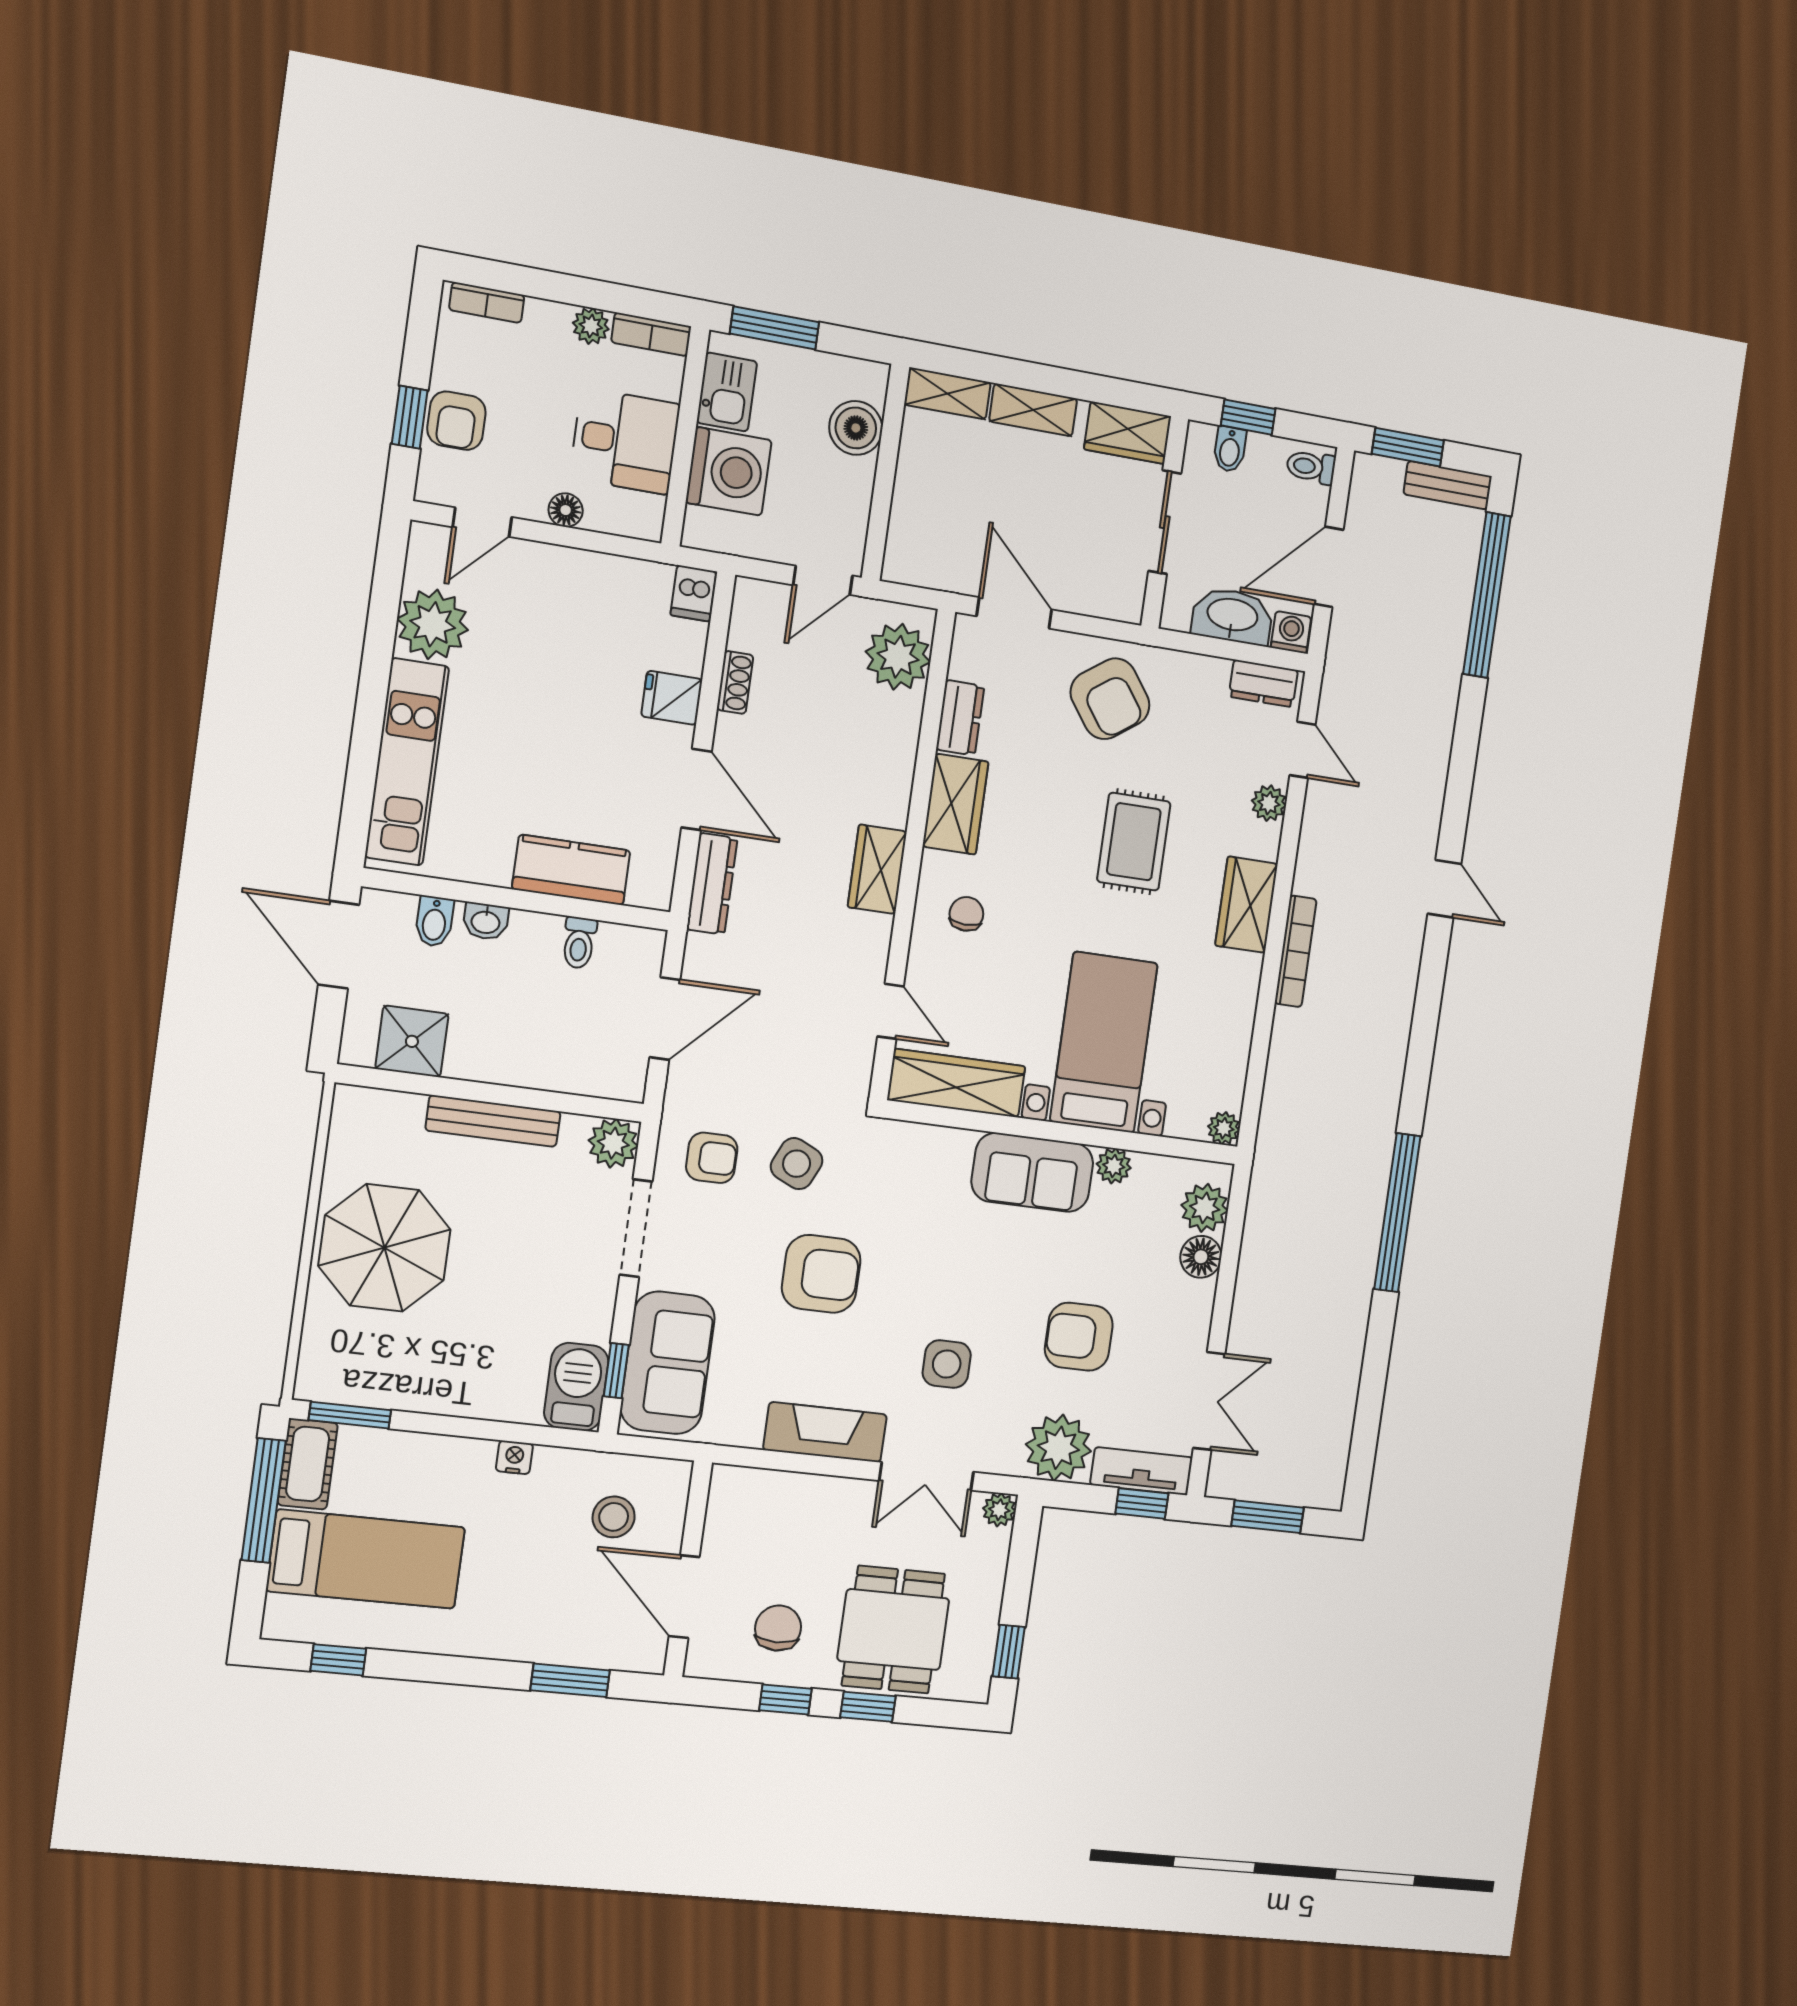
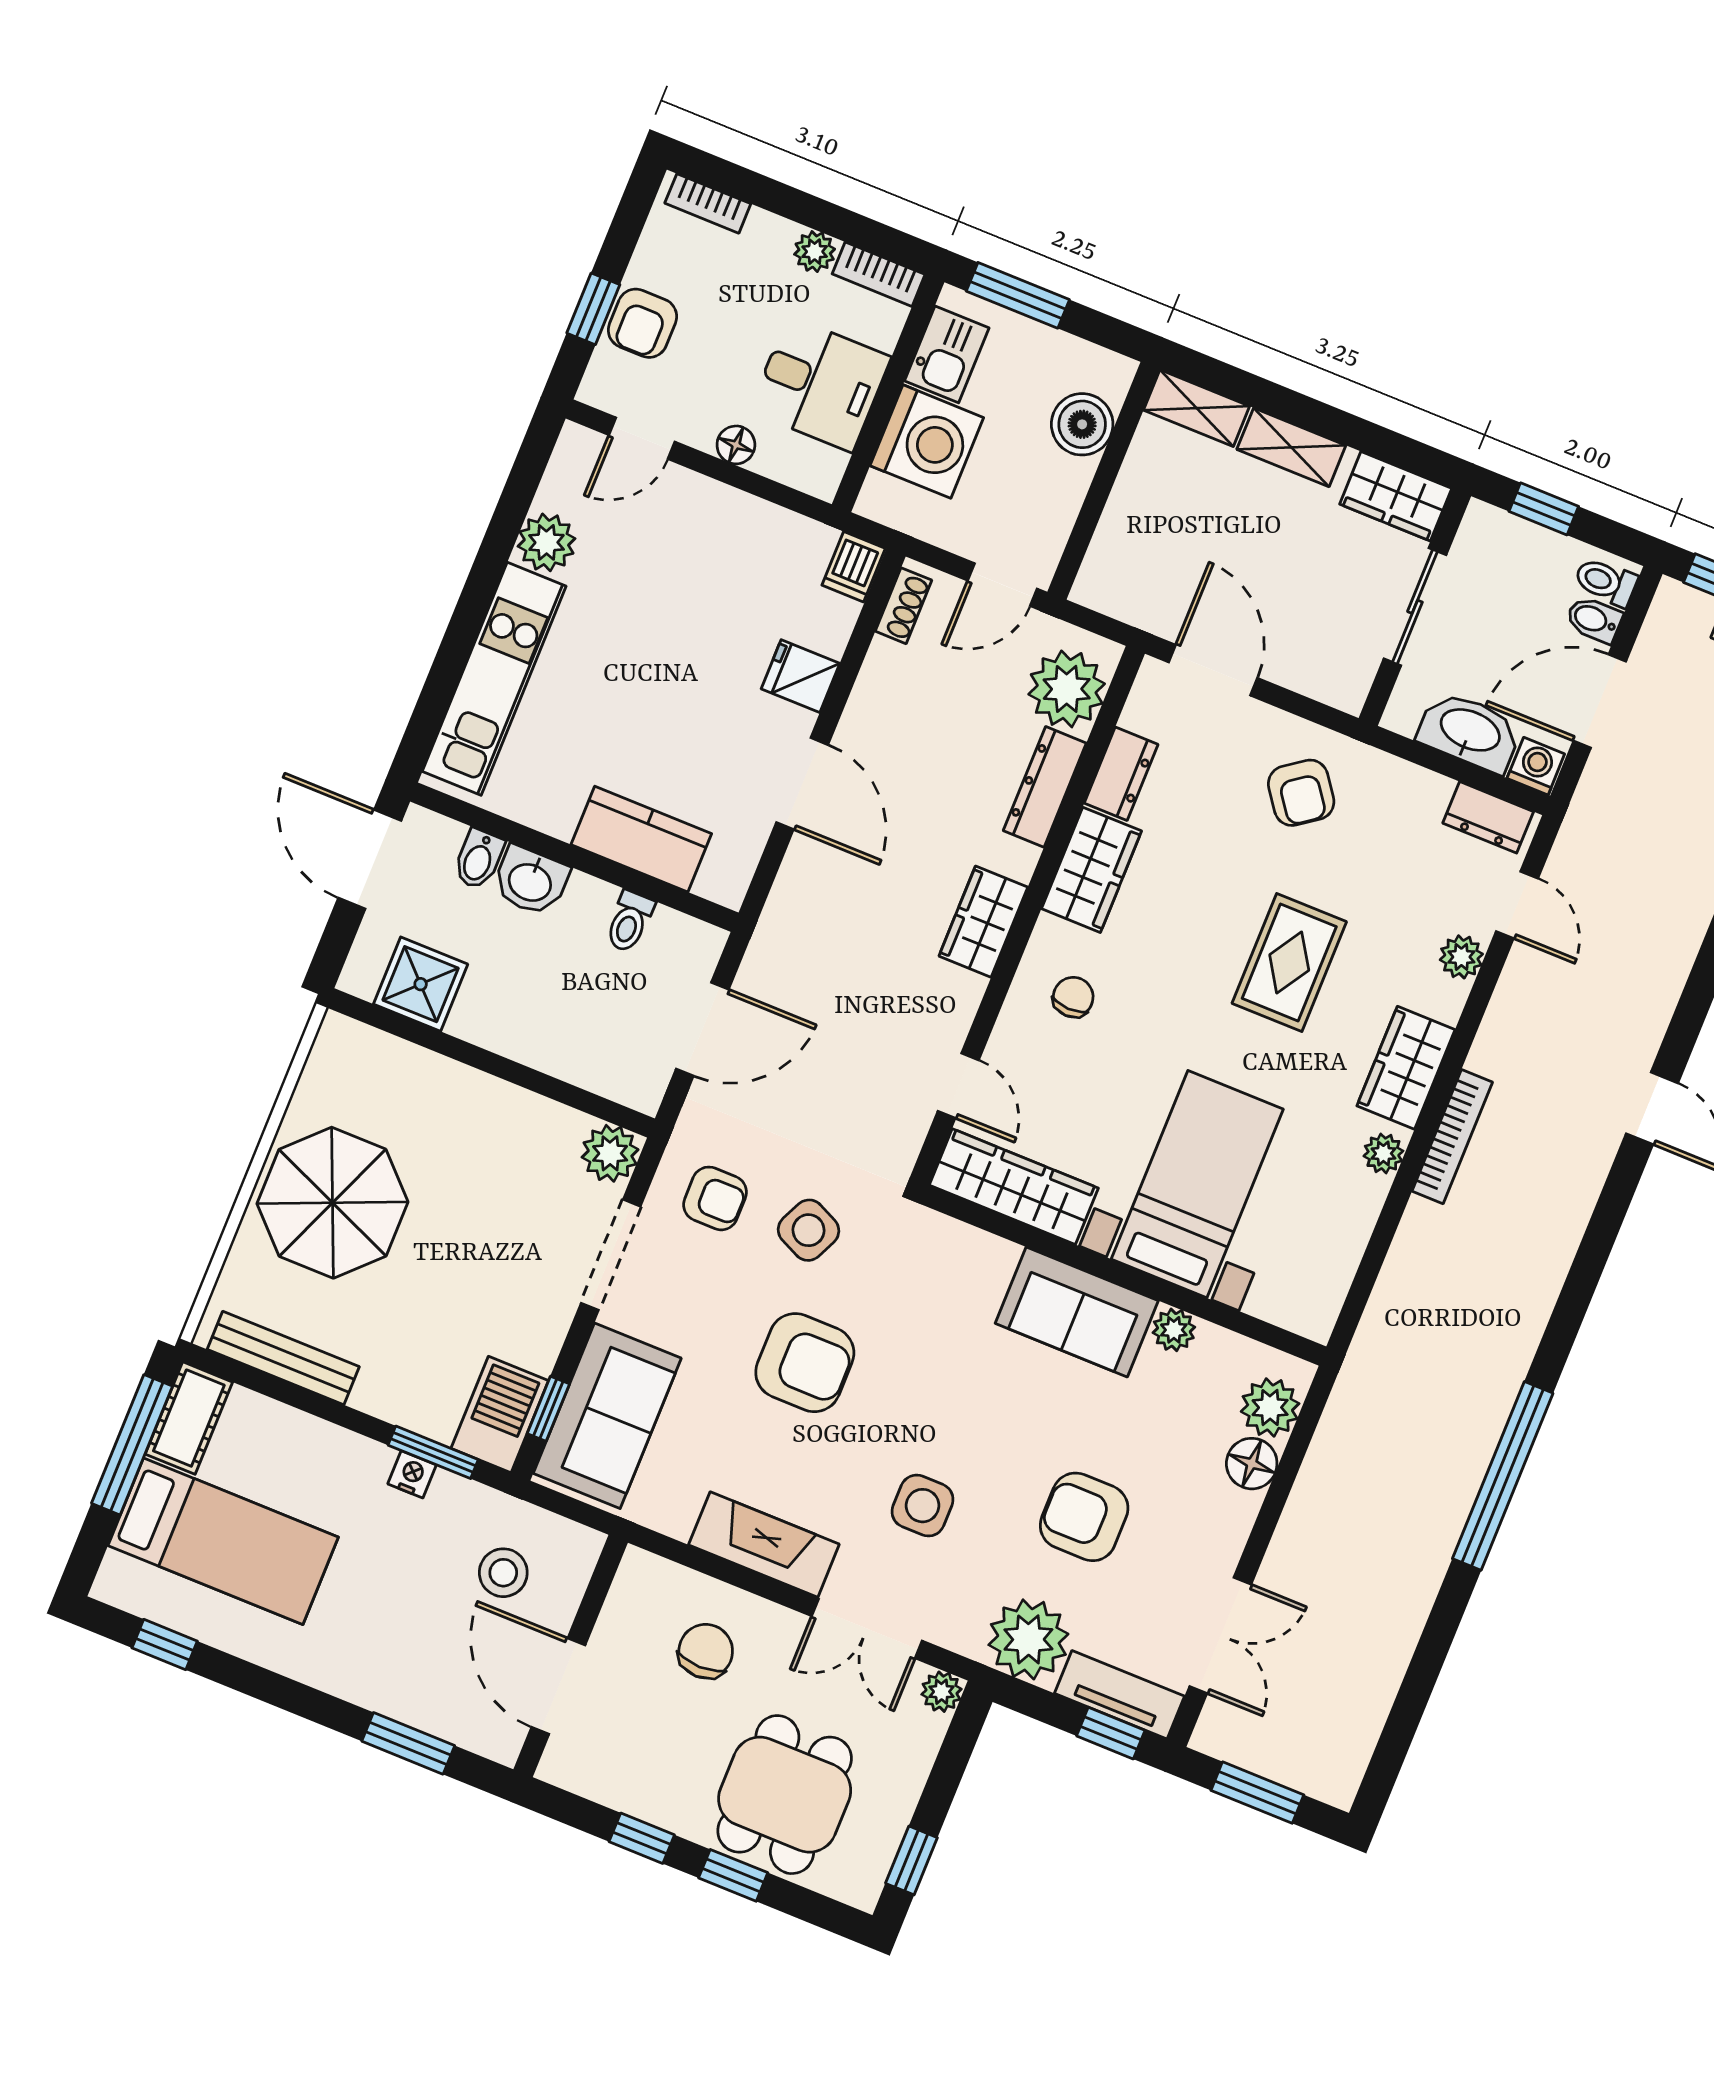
bidet: (1230, 449) -> (1594, 620), moved, turned 90
plant: (433, 624) -> (546, 542), width x0.73, depth x0.73
shoe rack: (735, 682) -> (904, 606), moved
armchair: (1110, 699) -> (1301, 793), width x0.72, depth x0.72
dresser: (712, 884) -> (1045, 787), moved, turned 180
washbasin: (486, 921) -> (531, 881), width x1.38, depth x1.45
bench: (493, 1121) -> (283, 1358), moved
plant: (1224, 1128) -> (1383, 1153), moved
window: (350, 1415) -> (433, 1452), moved
chair: (778, 1628) -> (706, 1651), moved

